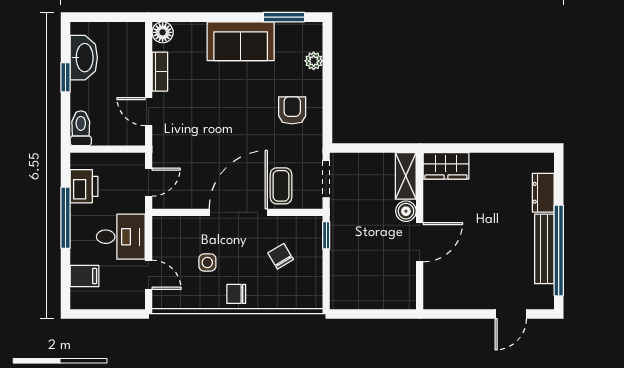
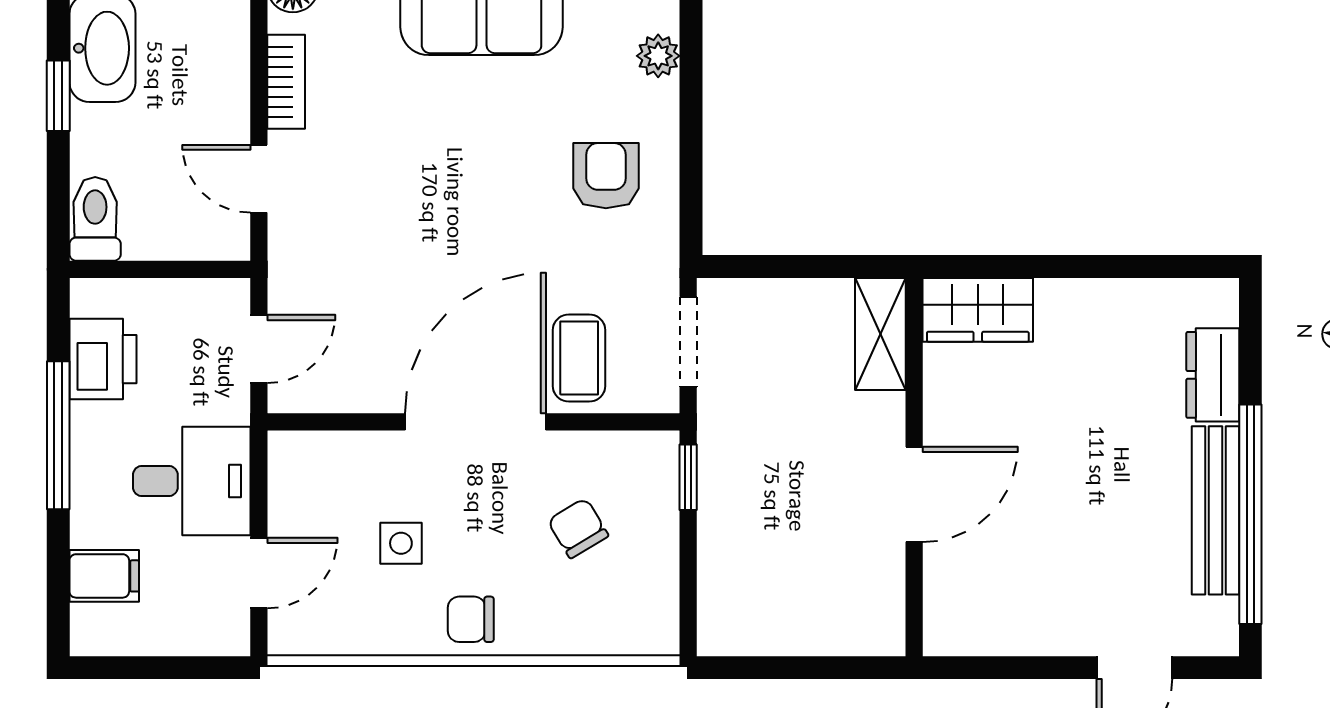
boiler: (406, 211) -> (881, 419), removed
door: (149, 275) -> (259, 573), hinge flipped

